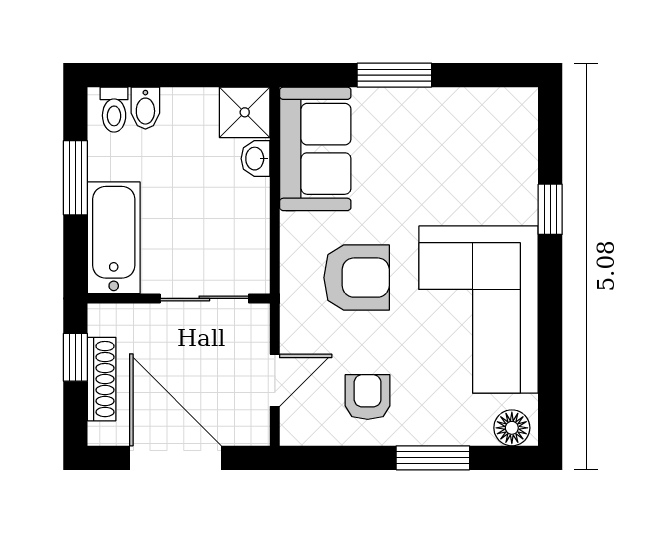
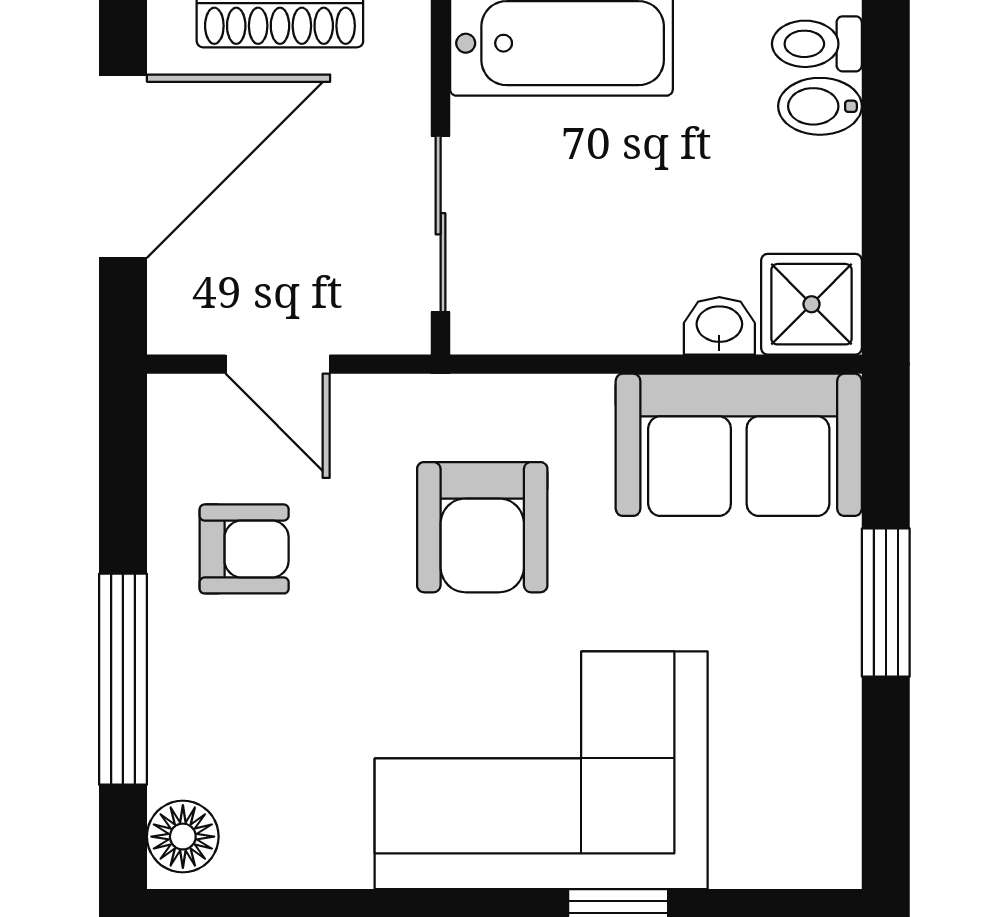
corner sofa: (479, 309) -> (541, 770), moved
window: (433, 458) -> (123, 679), width x1.44

